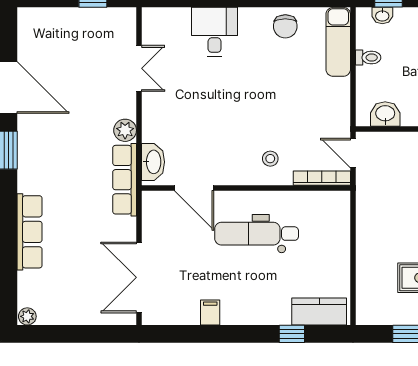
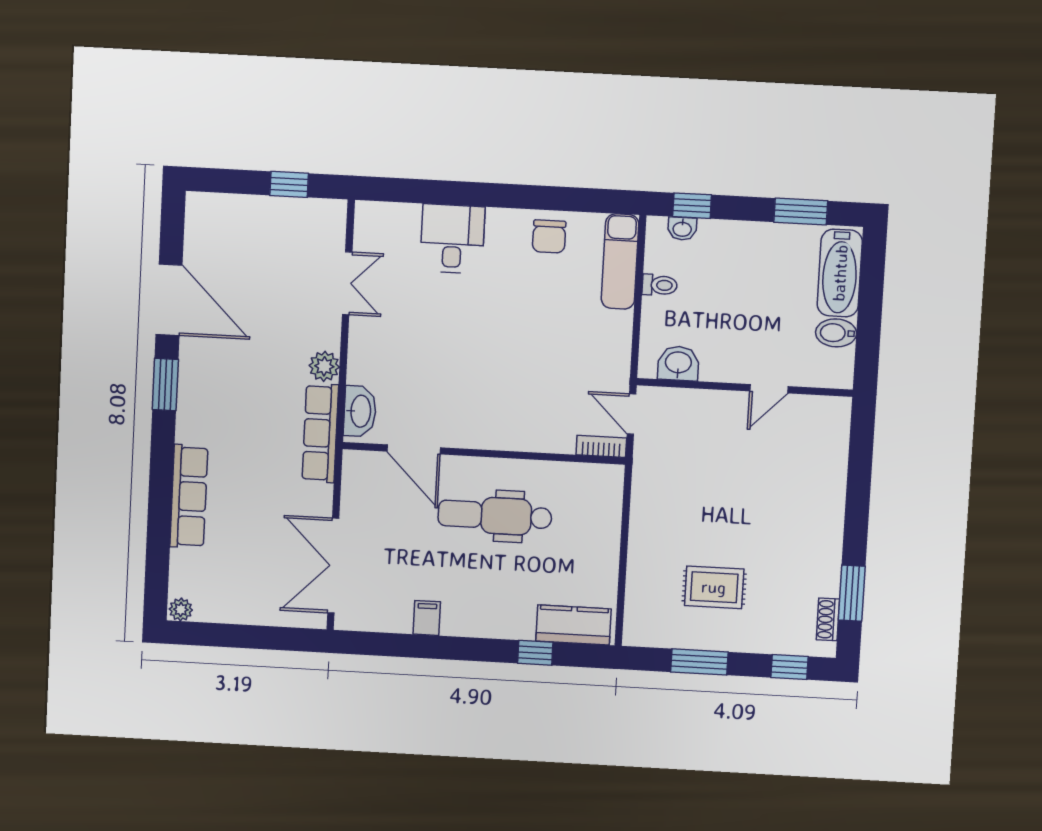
stool: (270, 159) -> (519, 415), removed
bookcase: (322, 178) -> (601, 446), width x0.64

